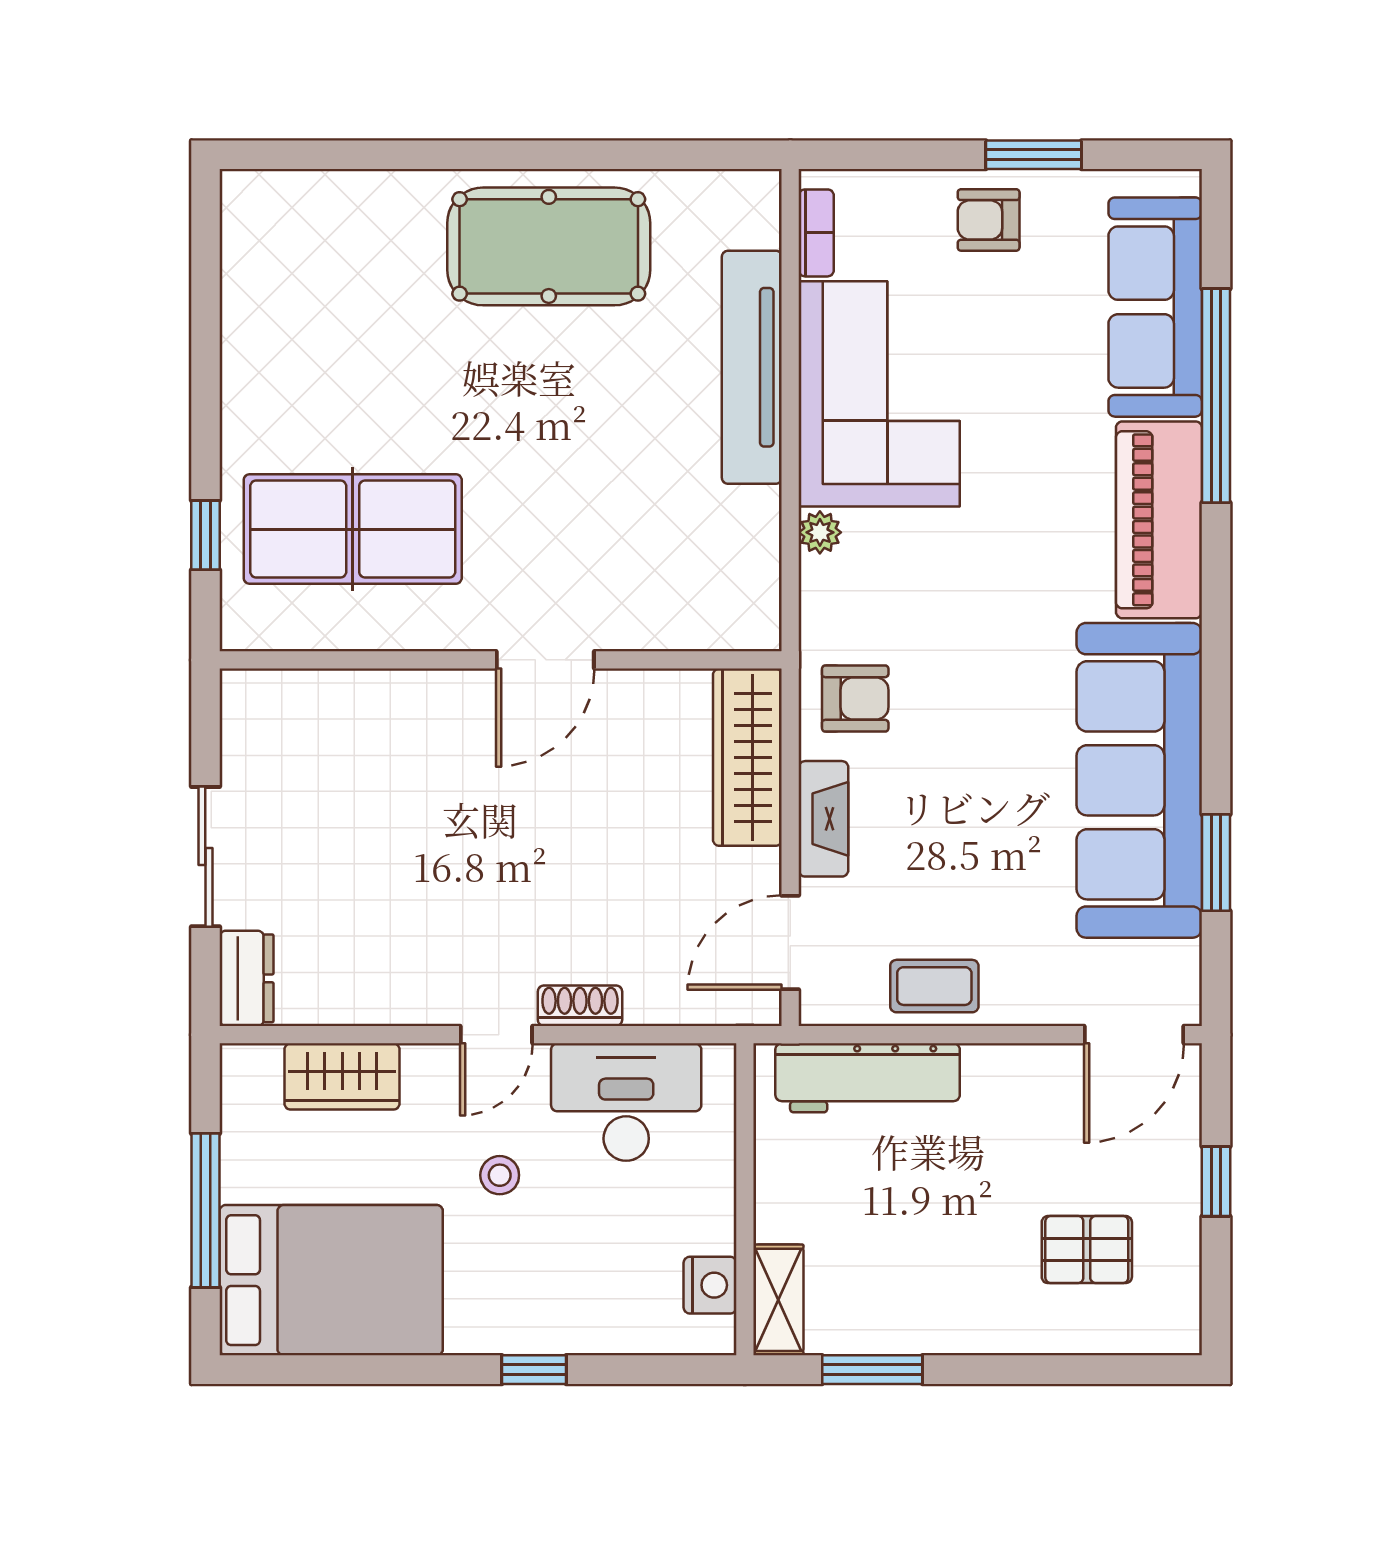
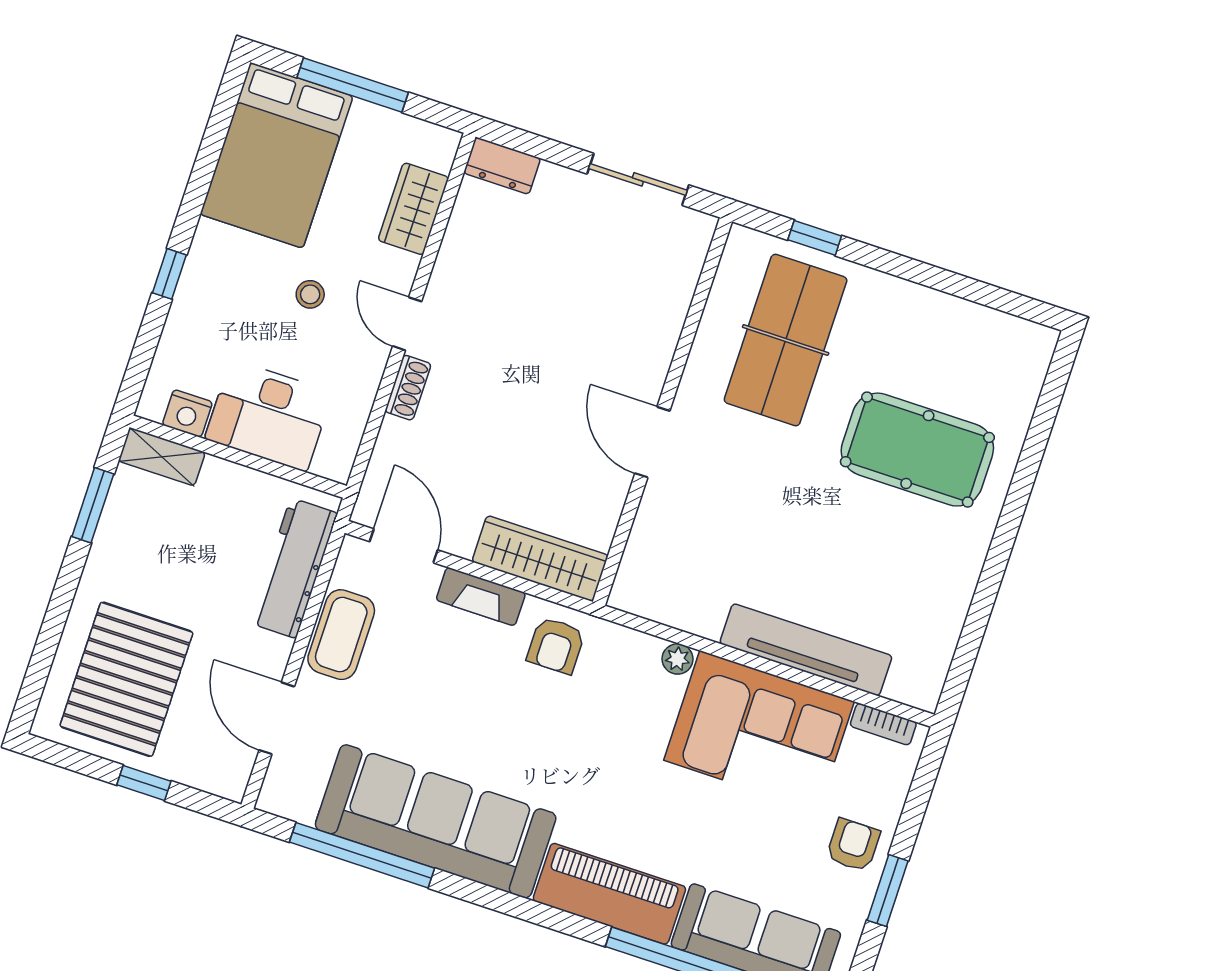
pool table: (549, 246) -> (917, 450), moved, turned 90
sliding door: (205, 857) -> (638, 179), moved
window: (1216, 863) -> (362, 855), width x2.11
coffee table: (934, 986) -> (341, 635), width x1.36, depth x1.30
door: (1134, 1035) -> (277, 718), moved
desk: (626, 1102) -> (269, 416), moved, turned 90
pallet: (1087, 1250) -> (126, 679), width x2.05, depth x2.00

